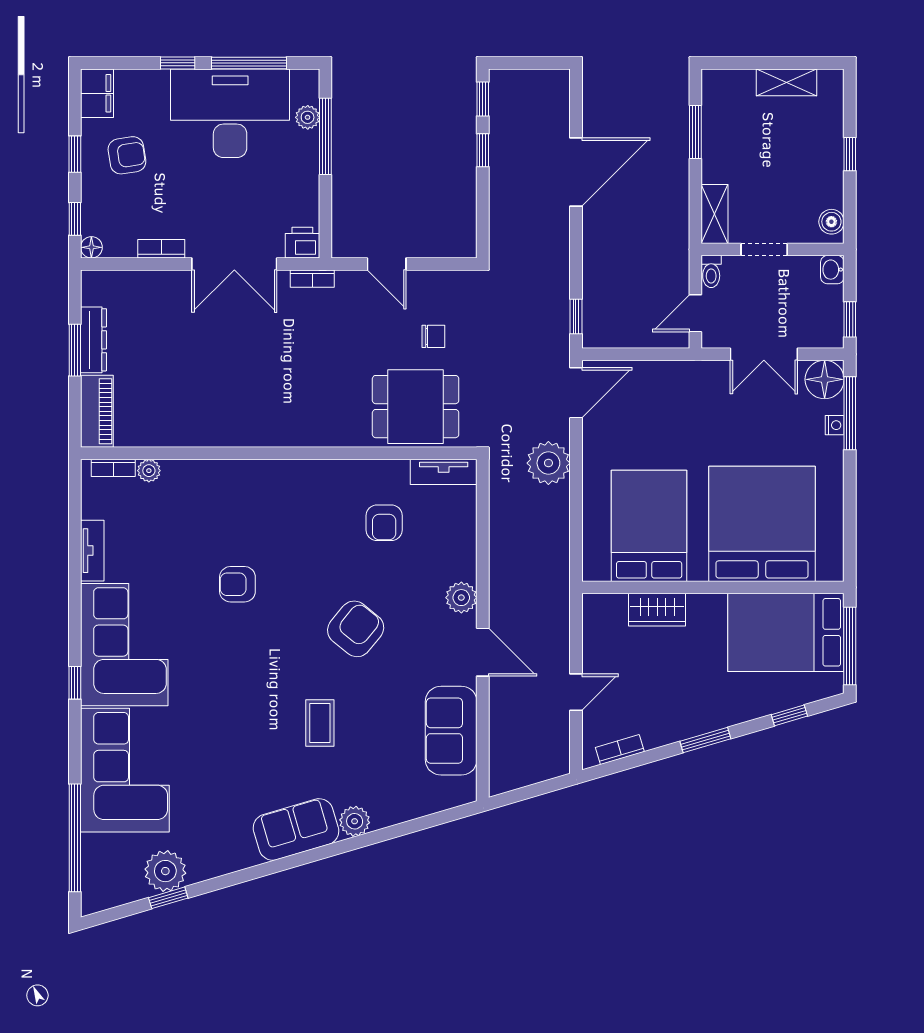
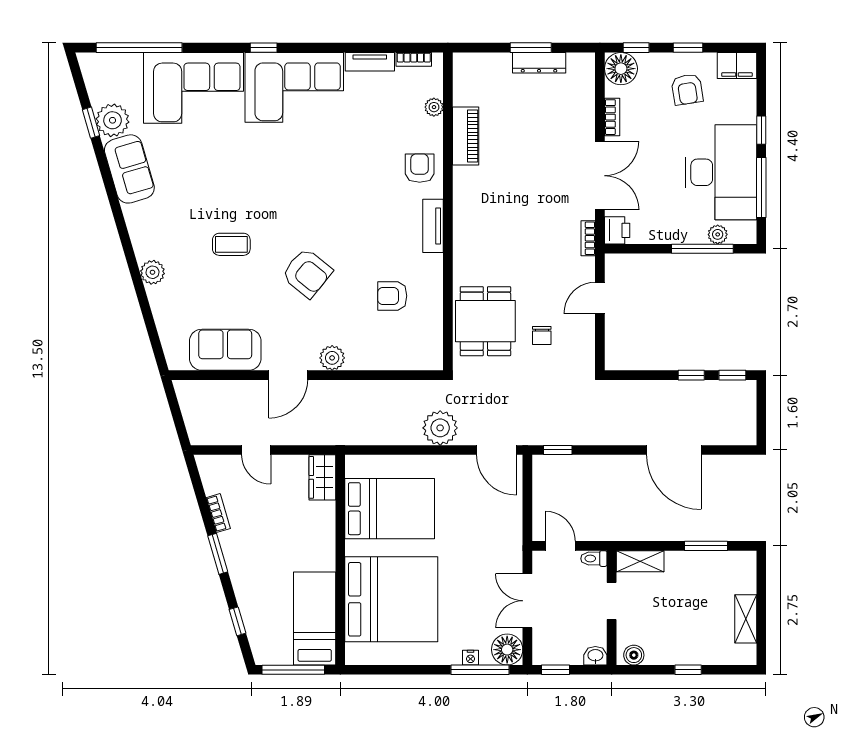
floor lamp: (91, 247) -> (621, 69), width x1.89, depth x1.89
double door: (234, 264) -> (600, 176), swing flipped
piano: (97, 411) -> (466, 136), moved, turned -90
bookcase: (113, 468) -> (414, 59), moved, turned -90
tv unit: (444, 472) -> (433, 226), moved
armchair: (237, 584) -> (420, 168), moved
wardrobe: (657, 610) -> (322, 477), moved
bed: (786, 632) -> (315, 619), width x0.67
bookcase: (620, 750) -> (218, 513), moved
sofa: (296, 829) -> (129, 169), moved

